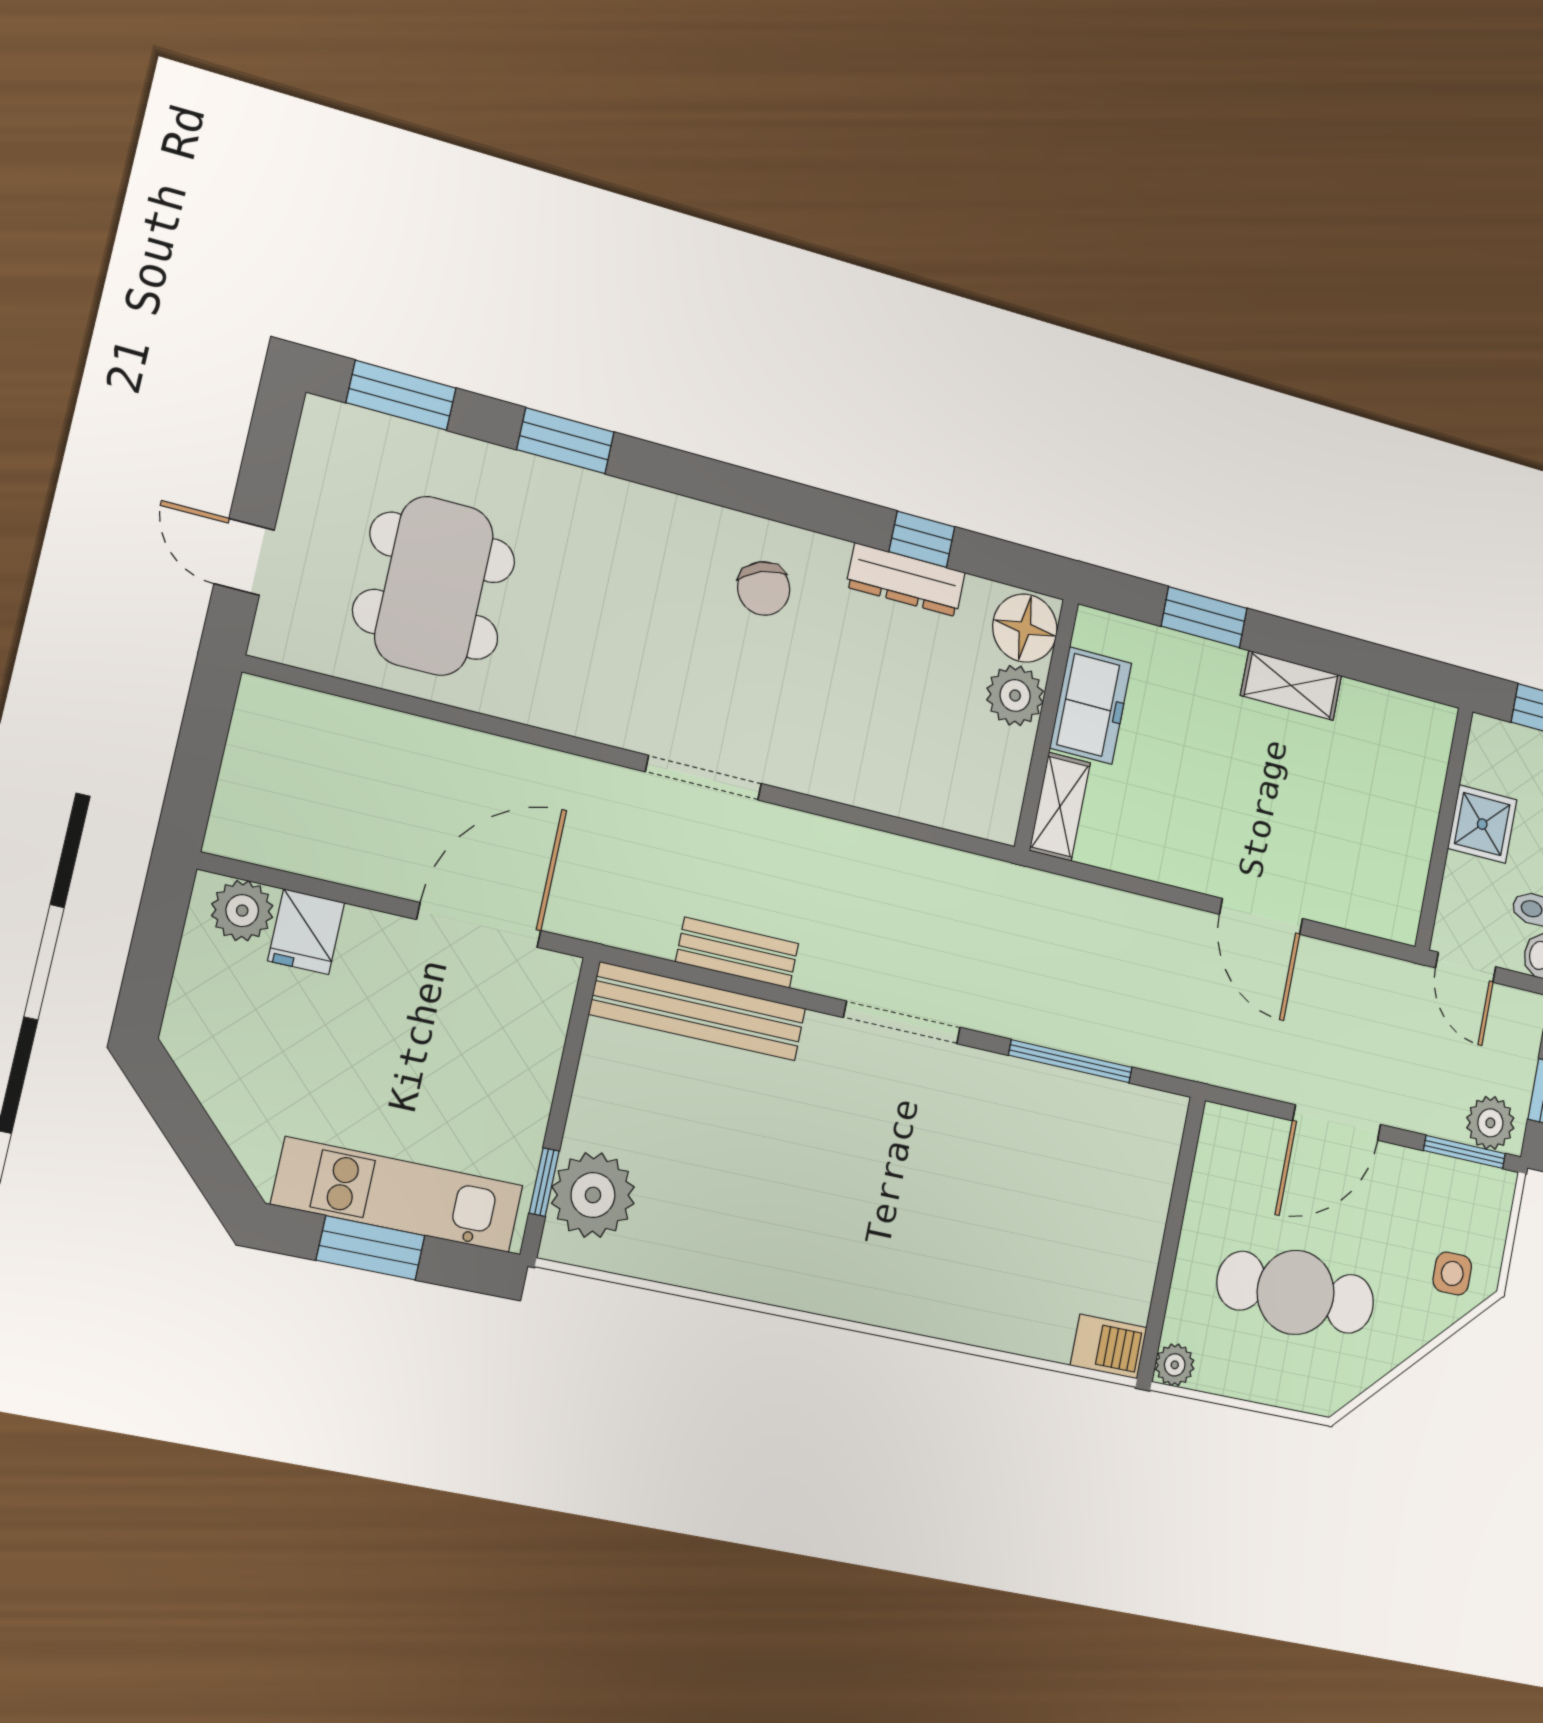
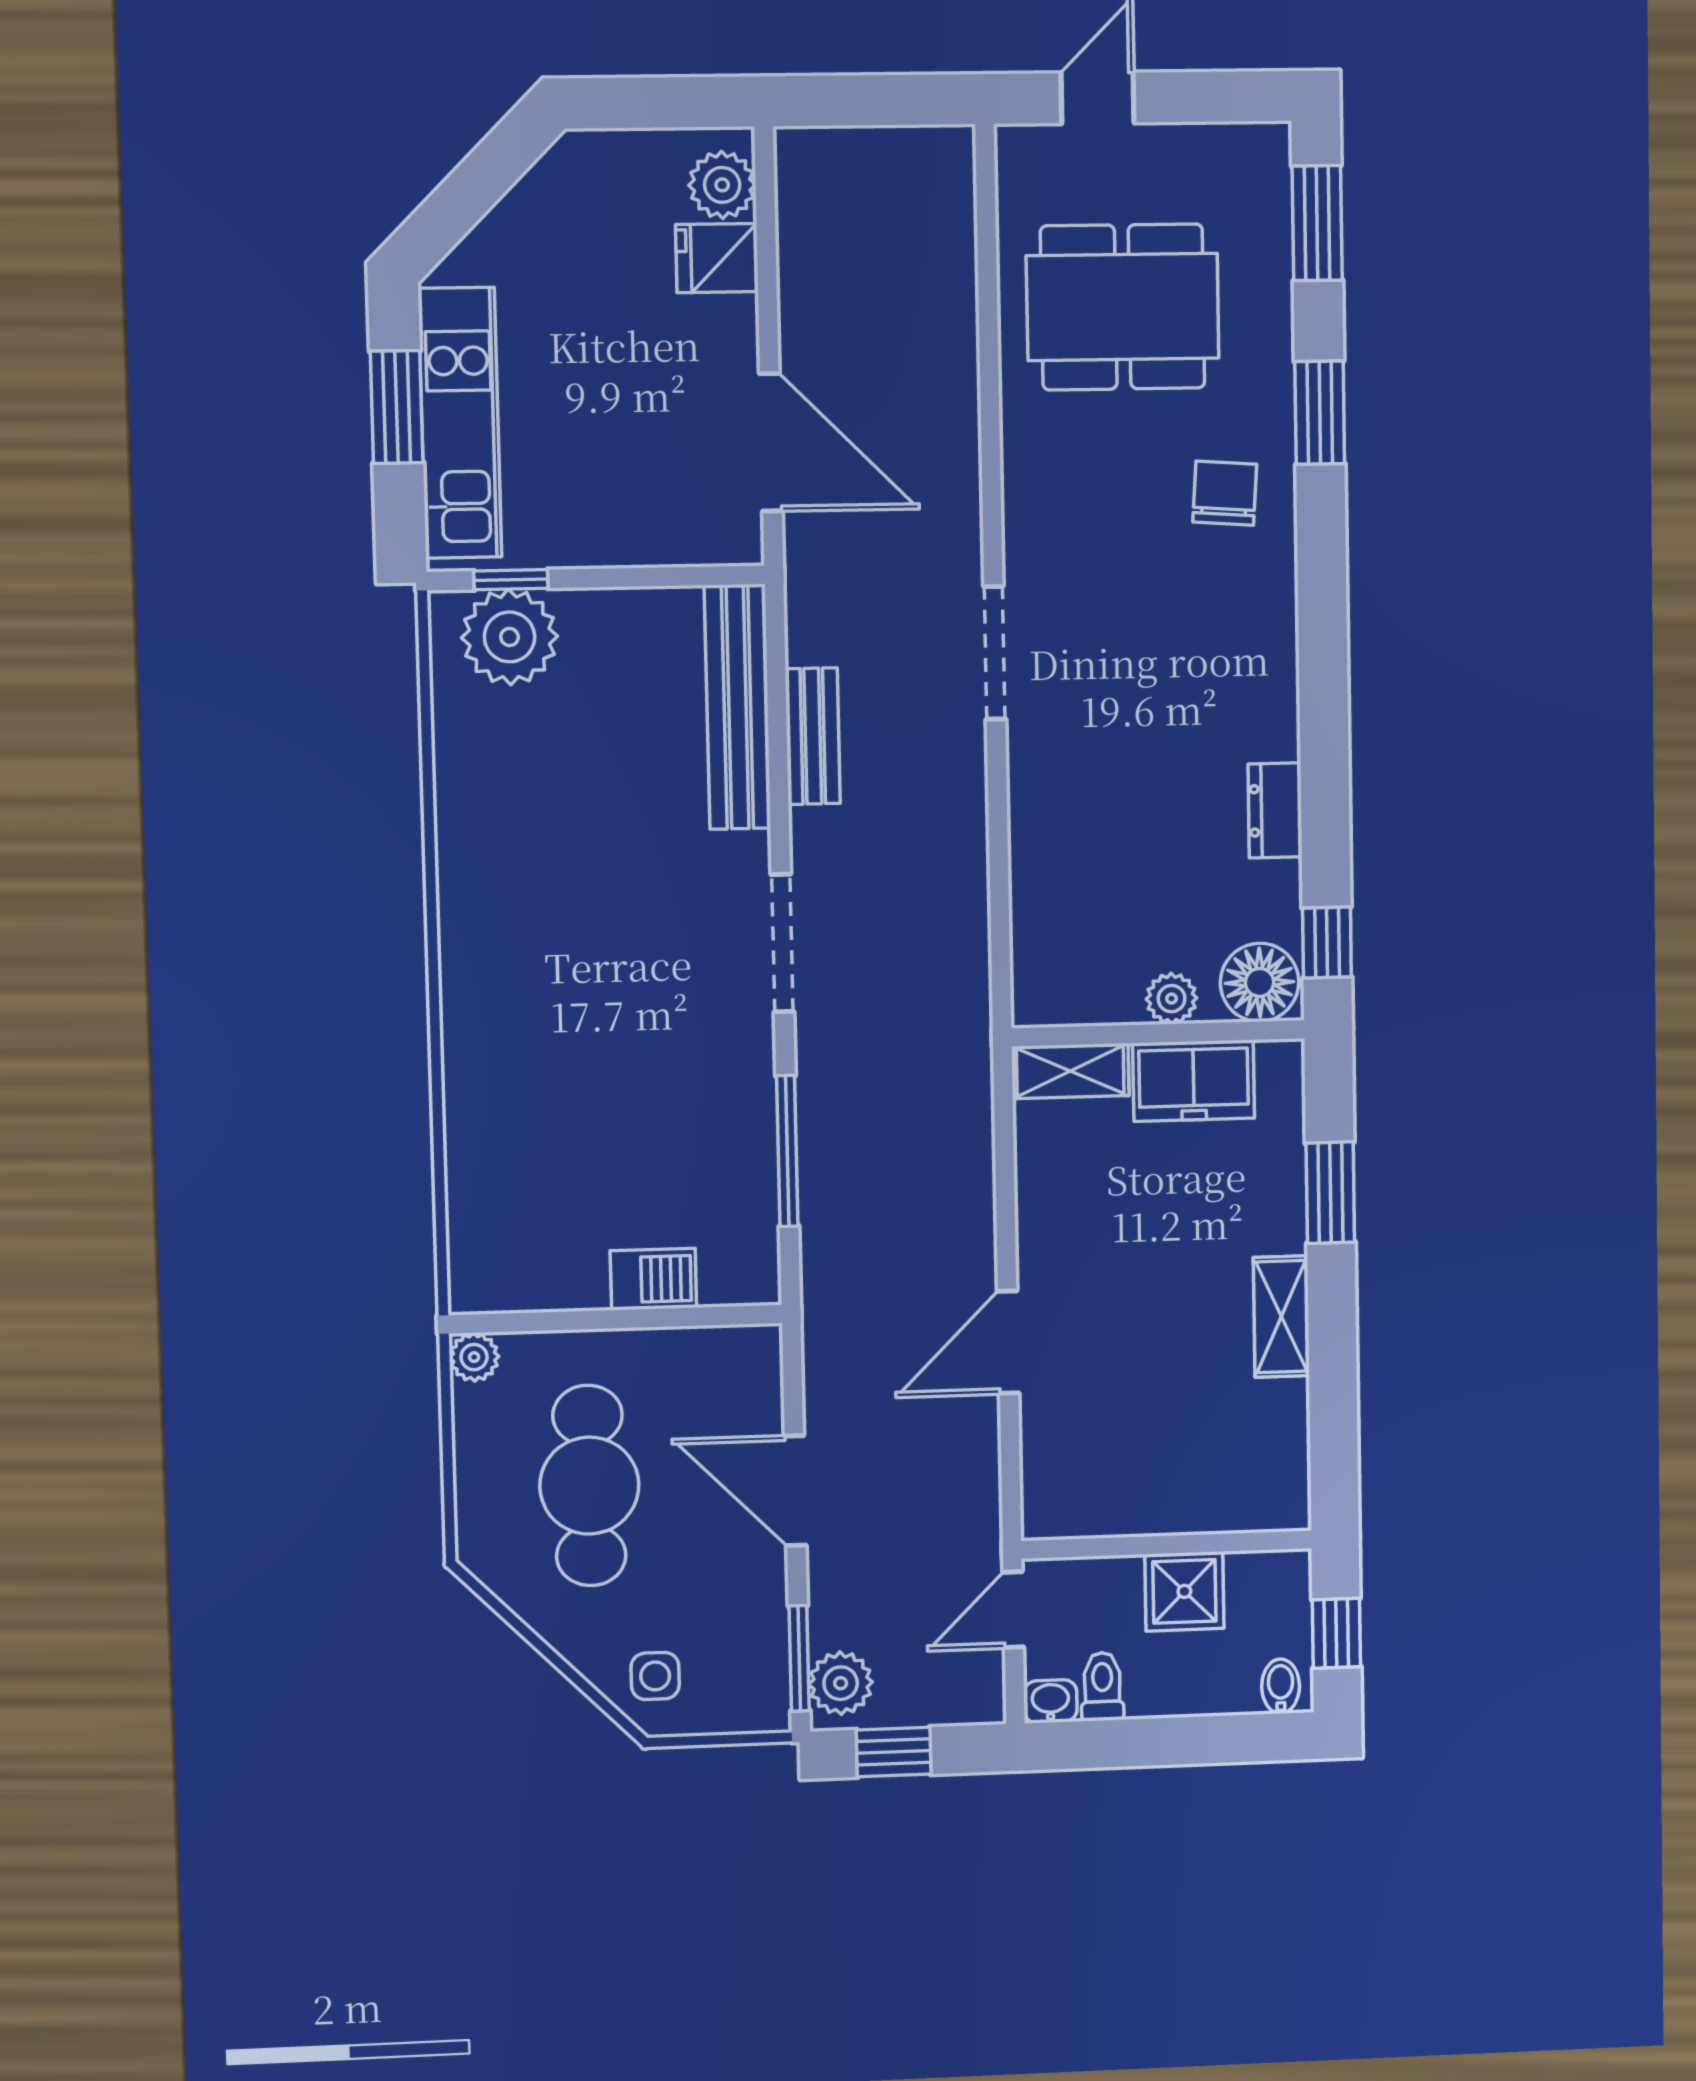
window: (922, 539) -> (1327, 942), moved
dresser: (906, 580) -> (1275, 810), width x0.70
chair: (764, 588) -> (1225, 493), moved, turned 115
plant: (1015, 695) -> (1172, 999), width x0.73, depth x0.73
barbecue: (1109, 1347) -> (653, 1279), moved, turned -90

